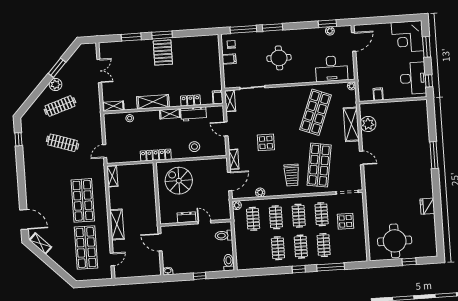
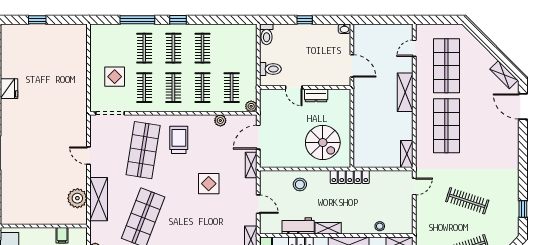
round table: (395, 241) -> (54, 47), removed

